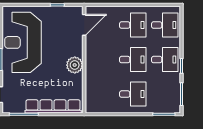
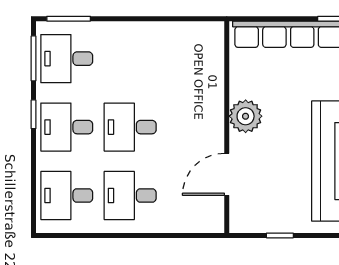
door: (84, 25) -> (227, 174), moved
desk: (133, 94) -> (67, 59), moved

